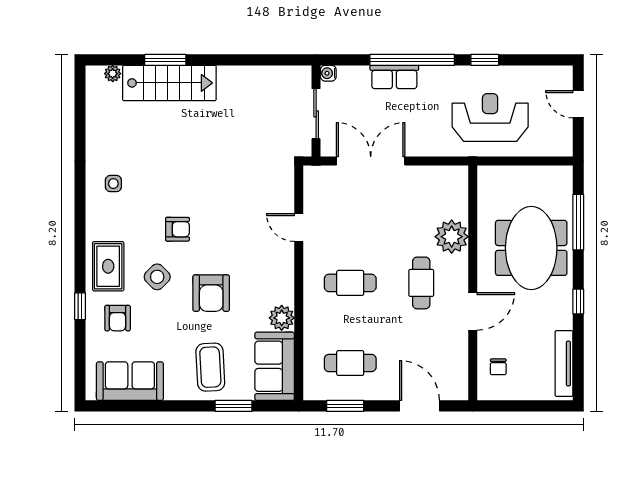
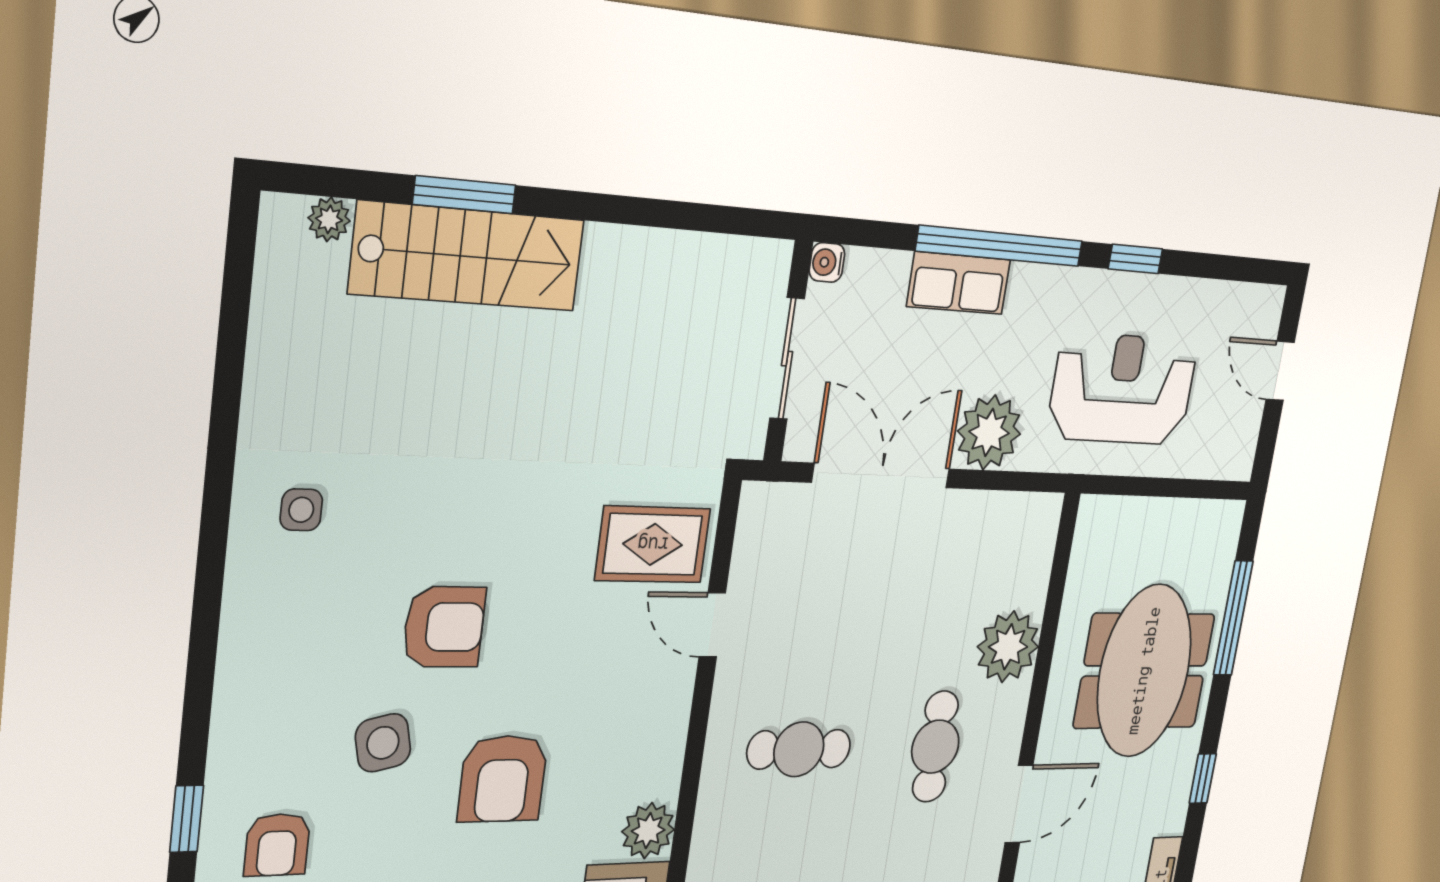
plant: (422, 140) -> (989, 432), added
armchair: (177, 229) -> (444, 627), width x1.38, depth x1.38
rug: (108, 266) -> (653, 544), moved, turned 90
side table: (157, 277) -> (383, 743), turned 32

